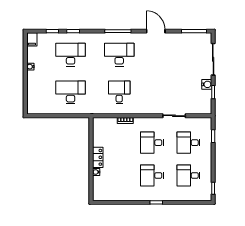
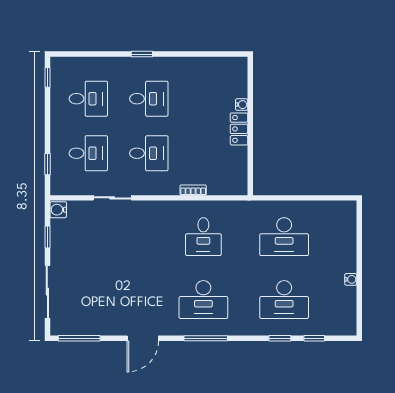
door: (156, 31) -> (143, 338), hinge flipped
filing cabinet: (32, 39) -> (348, 325), removed
water cooler: (207, 84) -> (58, 210), moved

